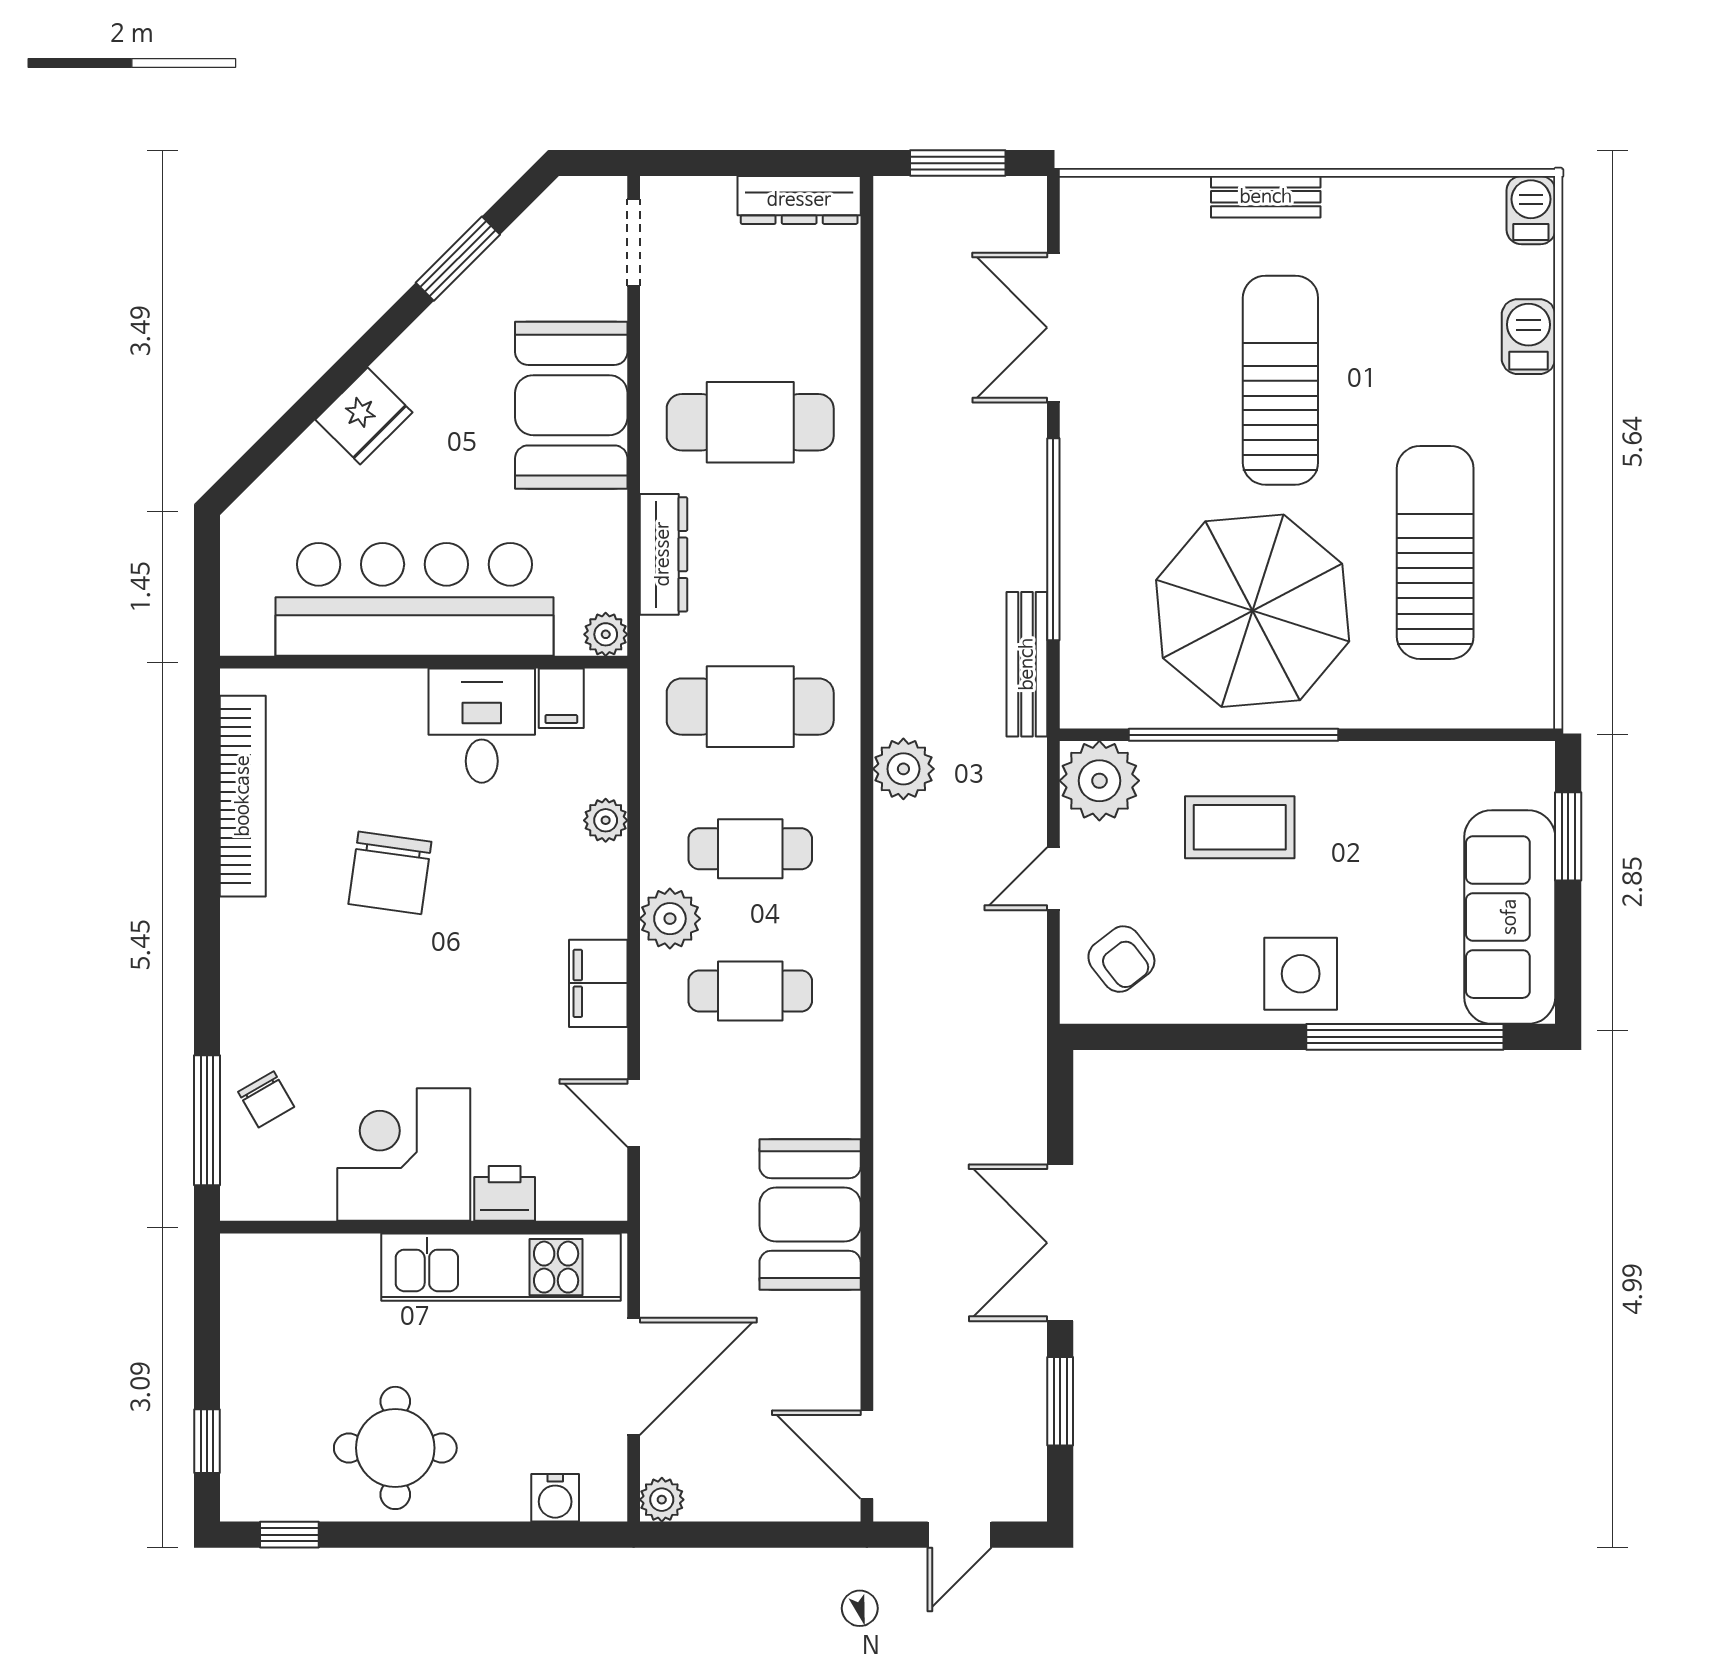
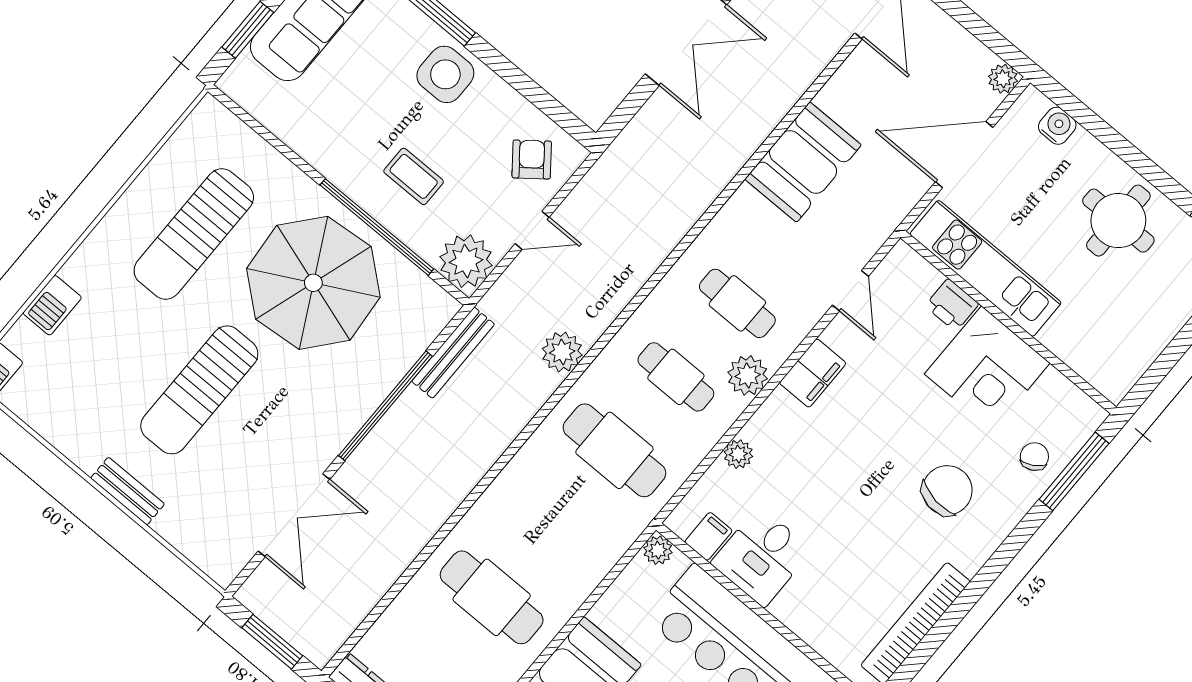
dresser: (663, 554) -> (594, 567), removed
coffee table: (1240, 827) -> (414, 176), width x0.73, depth x0.77
chair: (390, 873) -> (947, 490), moved

